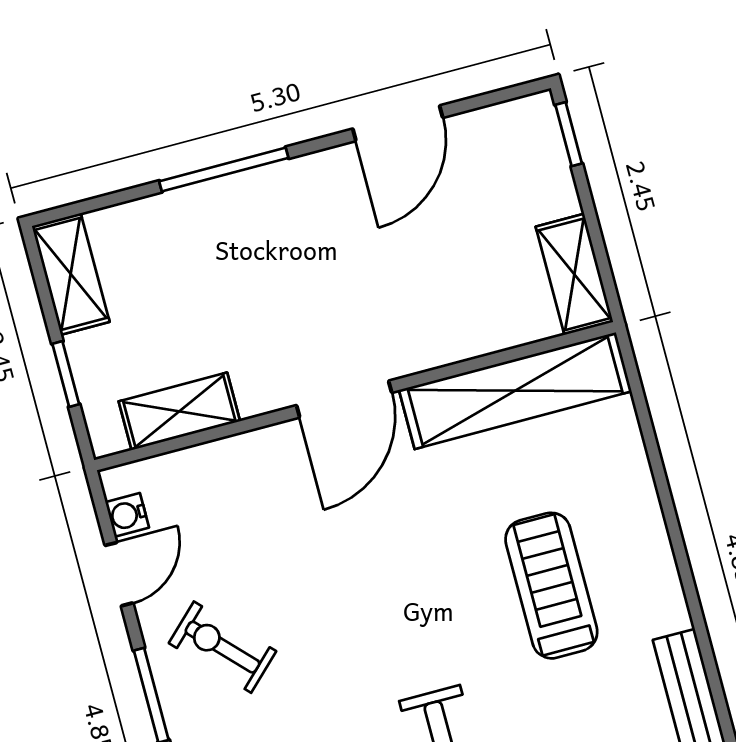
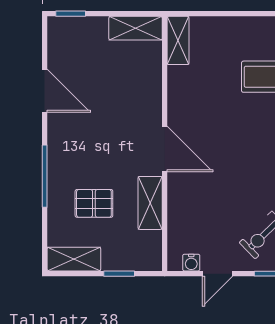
pallet: (195, 285) -> (94, 203), added
shelving: (515, 391) -> (178, 40), width x0.45, depth x0.75
shelving: (179, 411) -> (150, 203), moved
door: (119, 574) -> (217, 274), swing flipped

